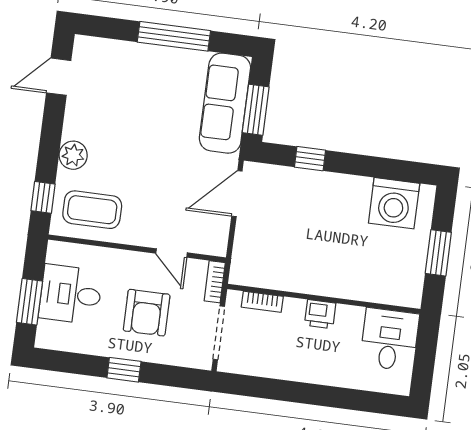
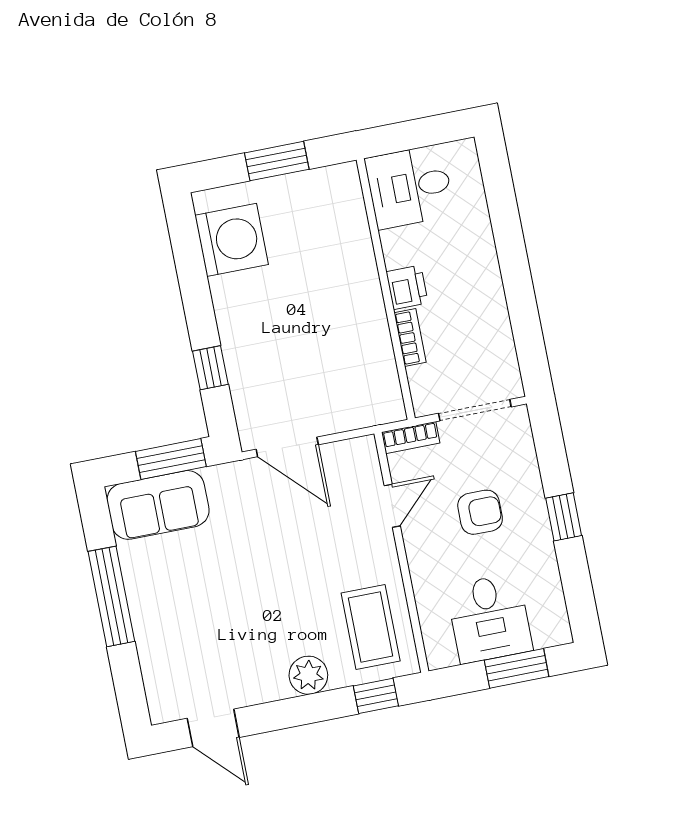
sofa: (225, 103) -> (158, 505), width x0.73
bookcase: (262, 302) -> (410, 337), moved
armchair: (147, 313) -> (480, 512), width x0.72, depth x0.72

